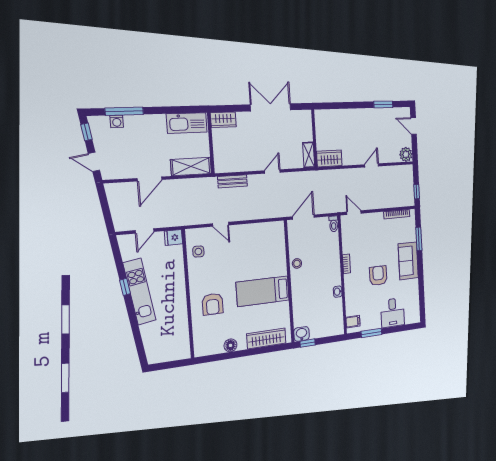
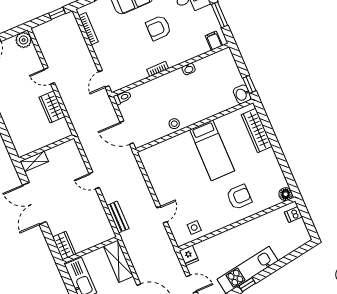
shelving: (309, 155) -> (34, 161), moved
wardrobe: (329, 158) -> (52, 107), moved
floor lamp: (230, 345) -> (286, 194), moved
dishwasher: (179, 353) -> (293, 215), added

